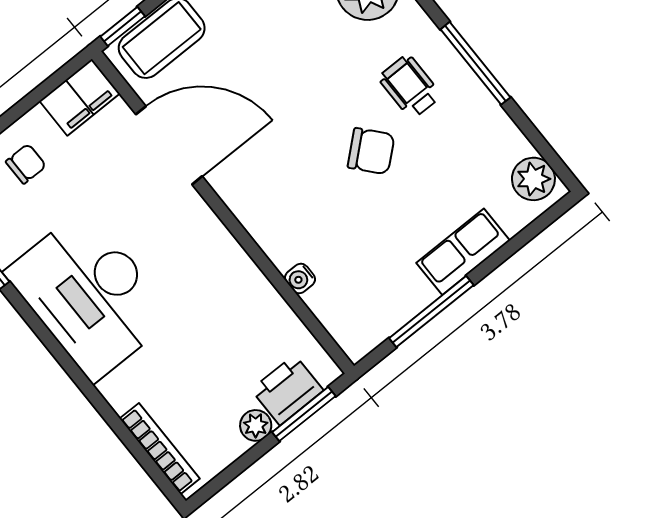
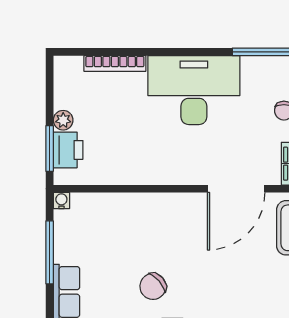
water cooler: (300, 278) -> (61, 201), moved
bookcase: (160, 449) -> (115, 63), moved

